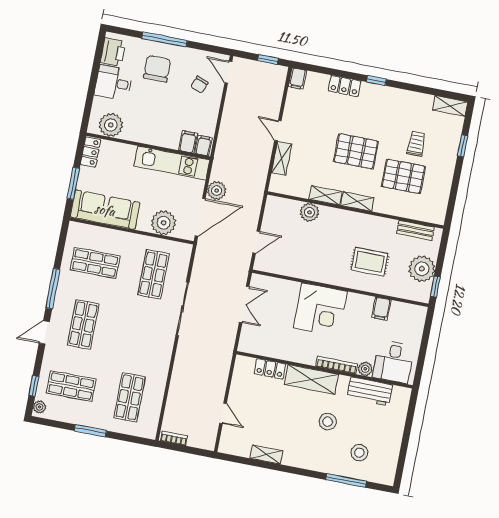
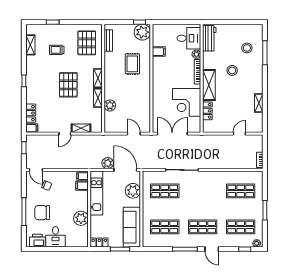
door: (228, 72) -> (36, 170), hinge flipped
locker: (345, 86) -> (31, 113), moved
shelving: (450, 106) -> (30, 45), moved
plant: (111, 125) -> (81, 218), moved
pallet: (403, 176) -> (87, 43), moved
shop shelf: (95, 263) -> (165, 227), turned 90
plant: (422, 269) -> (142, 32), moved
double door: (244, 304) -> (172, 134), width x1.37
corner desk: (320, 310) -> (187, 102), moved, turned 180
shop shelf: (71, 386) -> (241, 227), turned 90
workbench: (370, 391) -> (209, 38), moved

